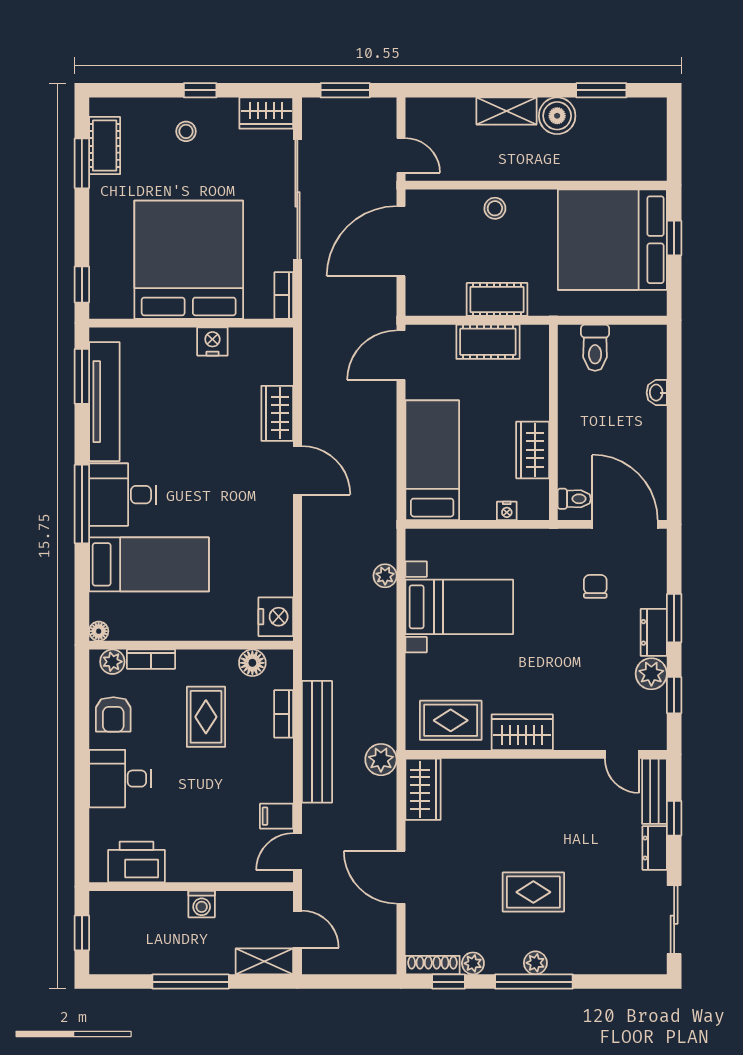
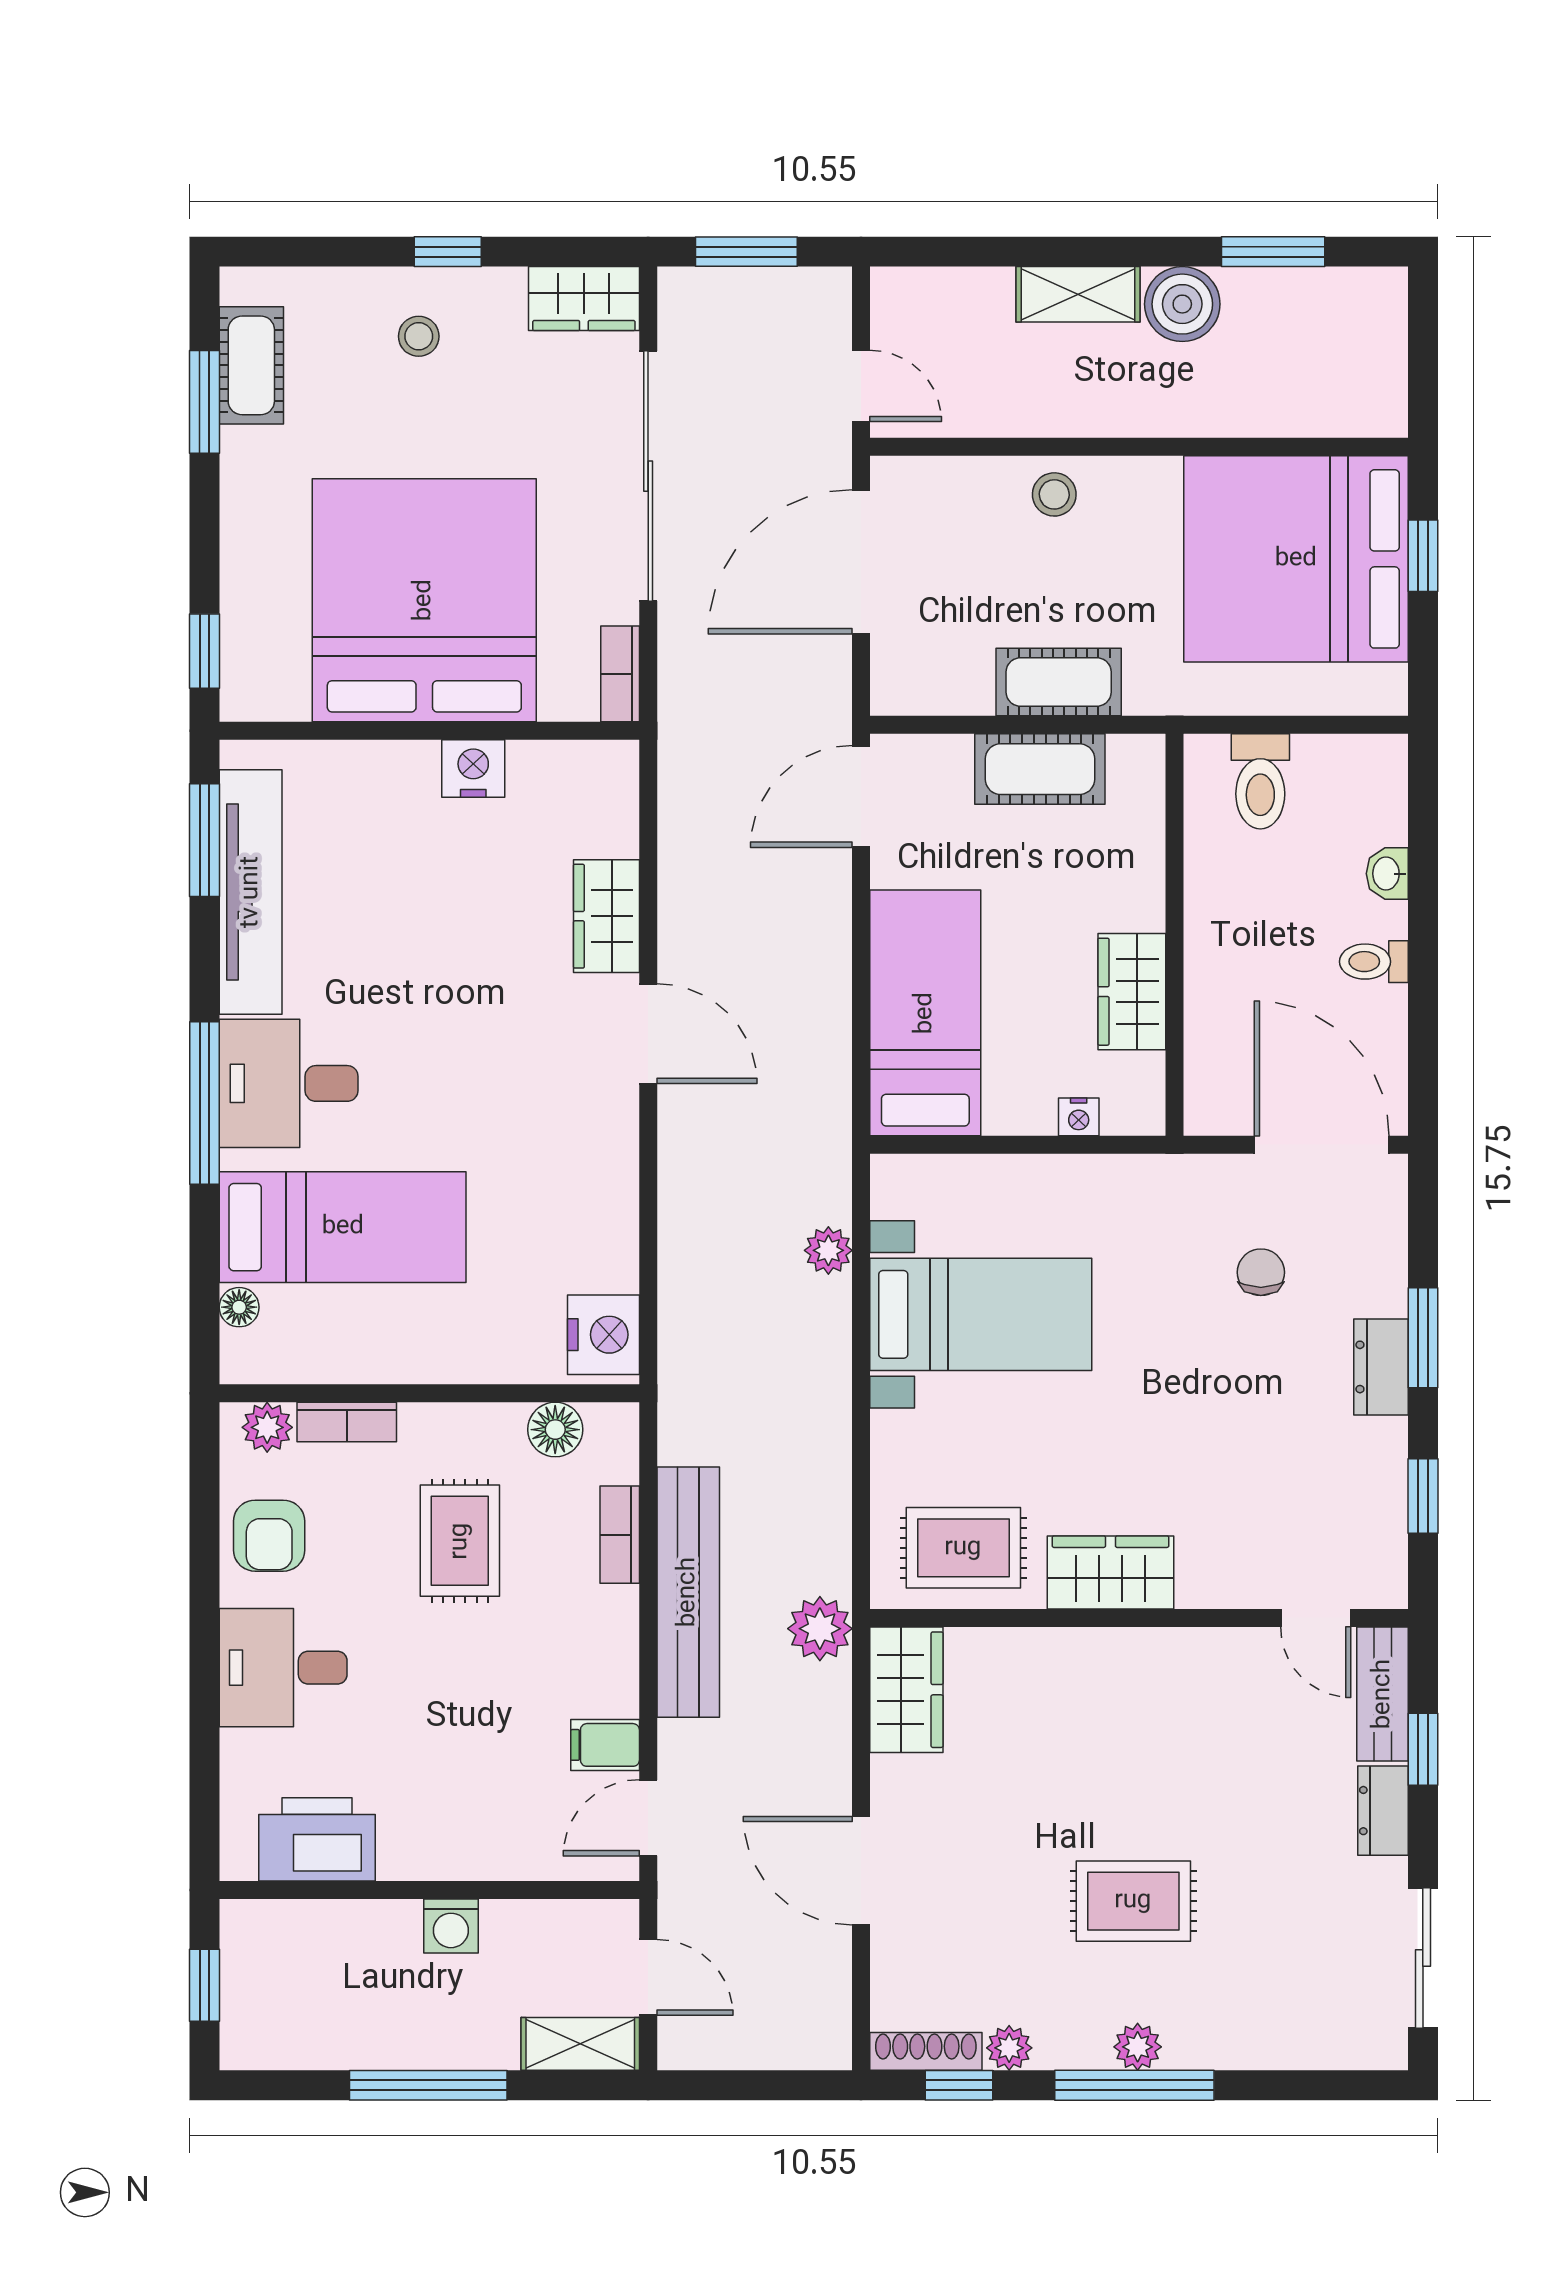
toilet: (574, 499) -> (1374, 962), moved, turned 180
floor lamp: (99, 631) -> (239, 1307), moved
plant: (651, 674) -> (1376, 1452), removed

